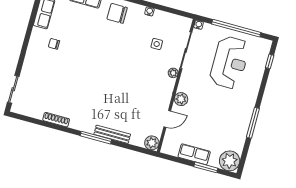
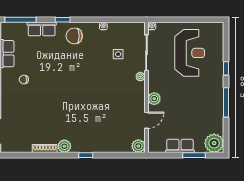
window: (236, 28) -> (187, 20), removed
window: (270, 61) -> (226, 68), moved
plant: (77, 123) -> (64, 146), added
bench: (112, 134) -> (100, 148), removed
window: (96, 138) -> (86, 155), width x0.46

